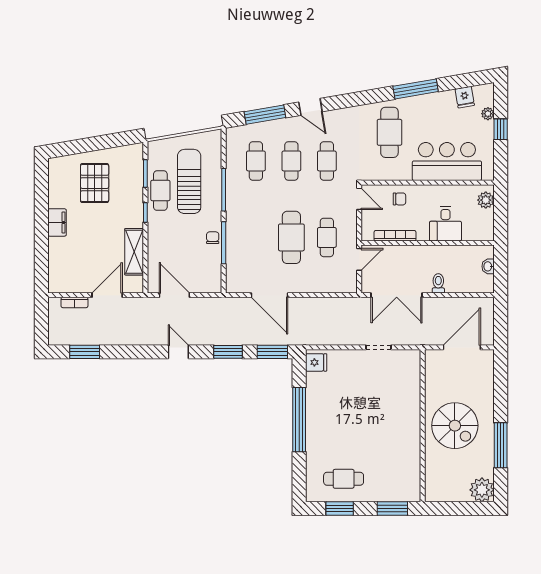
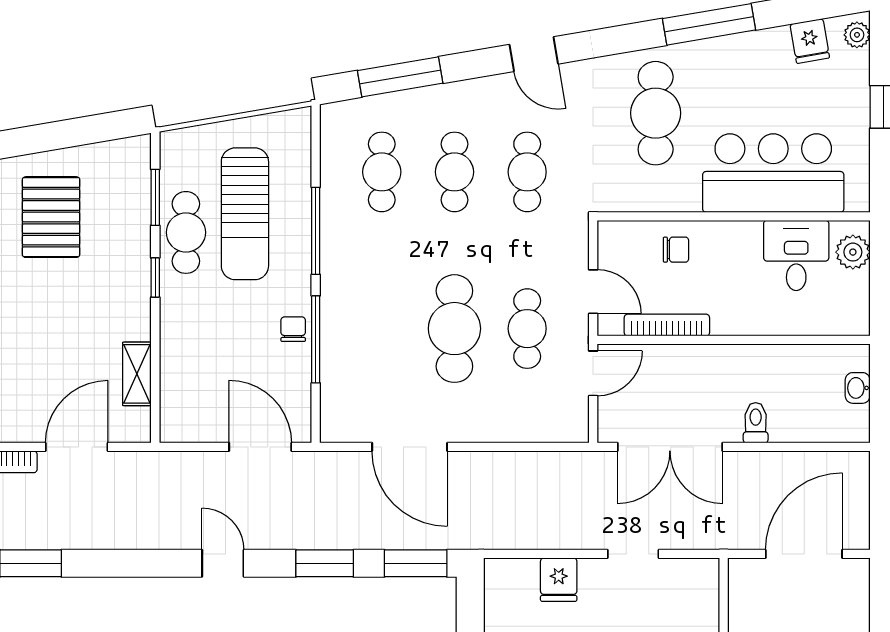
door: (310, 107) -> (534, 54), moved
plant: (488, 114) -> (857, 35), moved
sun lounger: (189, 181) -> (245, 214), turned 180
door: (359, 199) -> (593, 292), moved
desk: (445, 224) -> (796, 255), moved, turned 180
shelving: (134, 252) -> (137, 374), width x0.67, depth x0.75
door: (174, 295) -> (260, 447), moved
fridge: (316, 362) -> (559, 580), moved, turned 90

